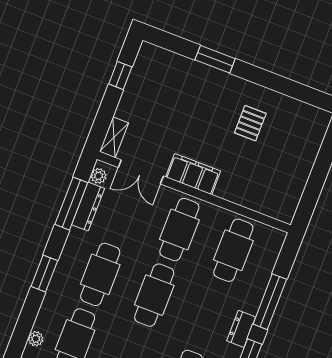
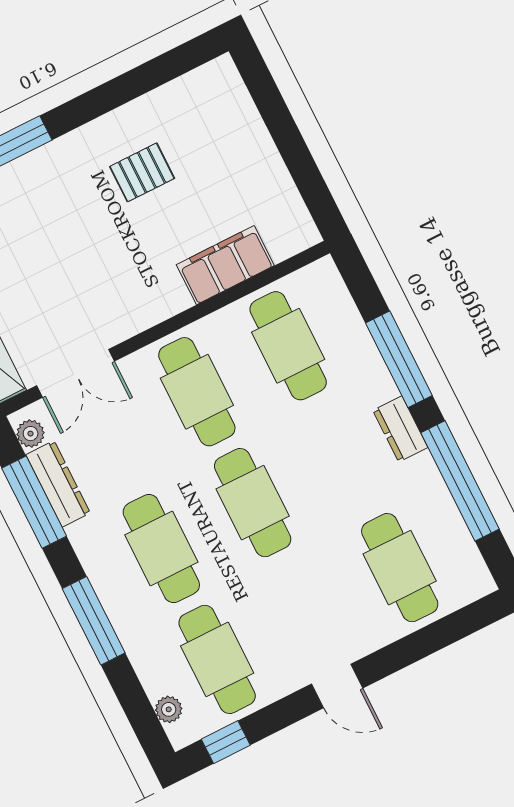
pallet: (250, 123) -> (142, 172), turned 90
filing cabinet: (193, 174) -> (225, 265), moved
window: (44, 274) -> (94, 621), width x1.44

